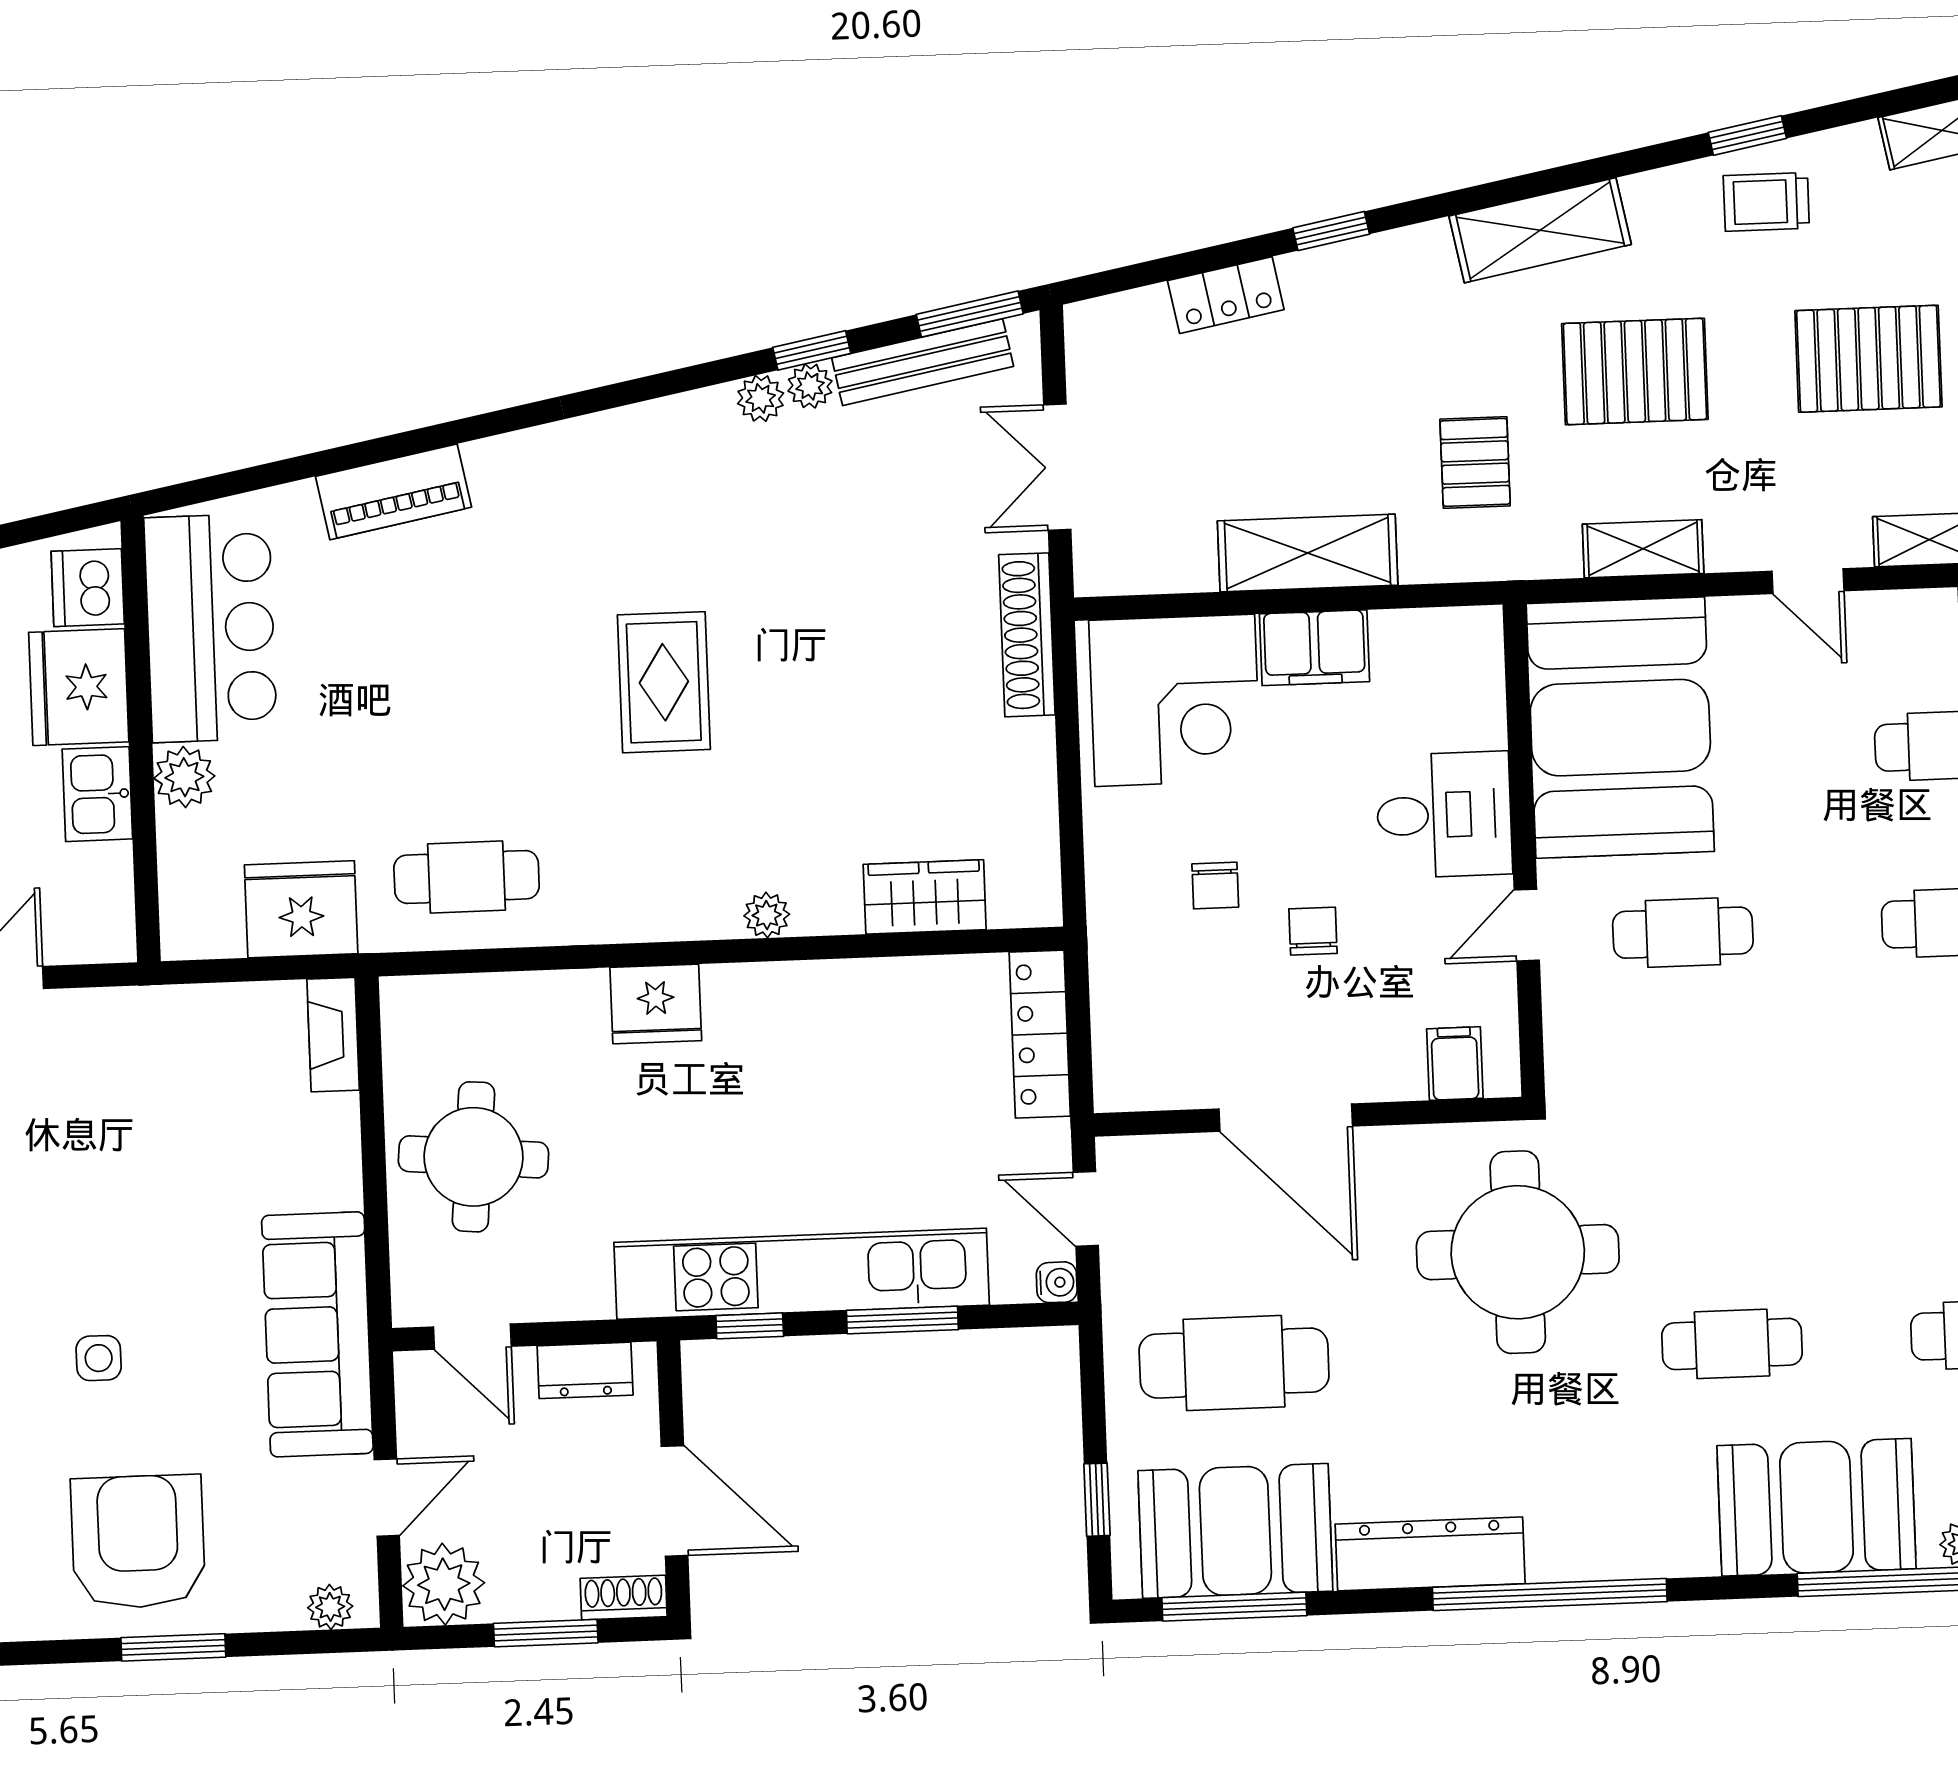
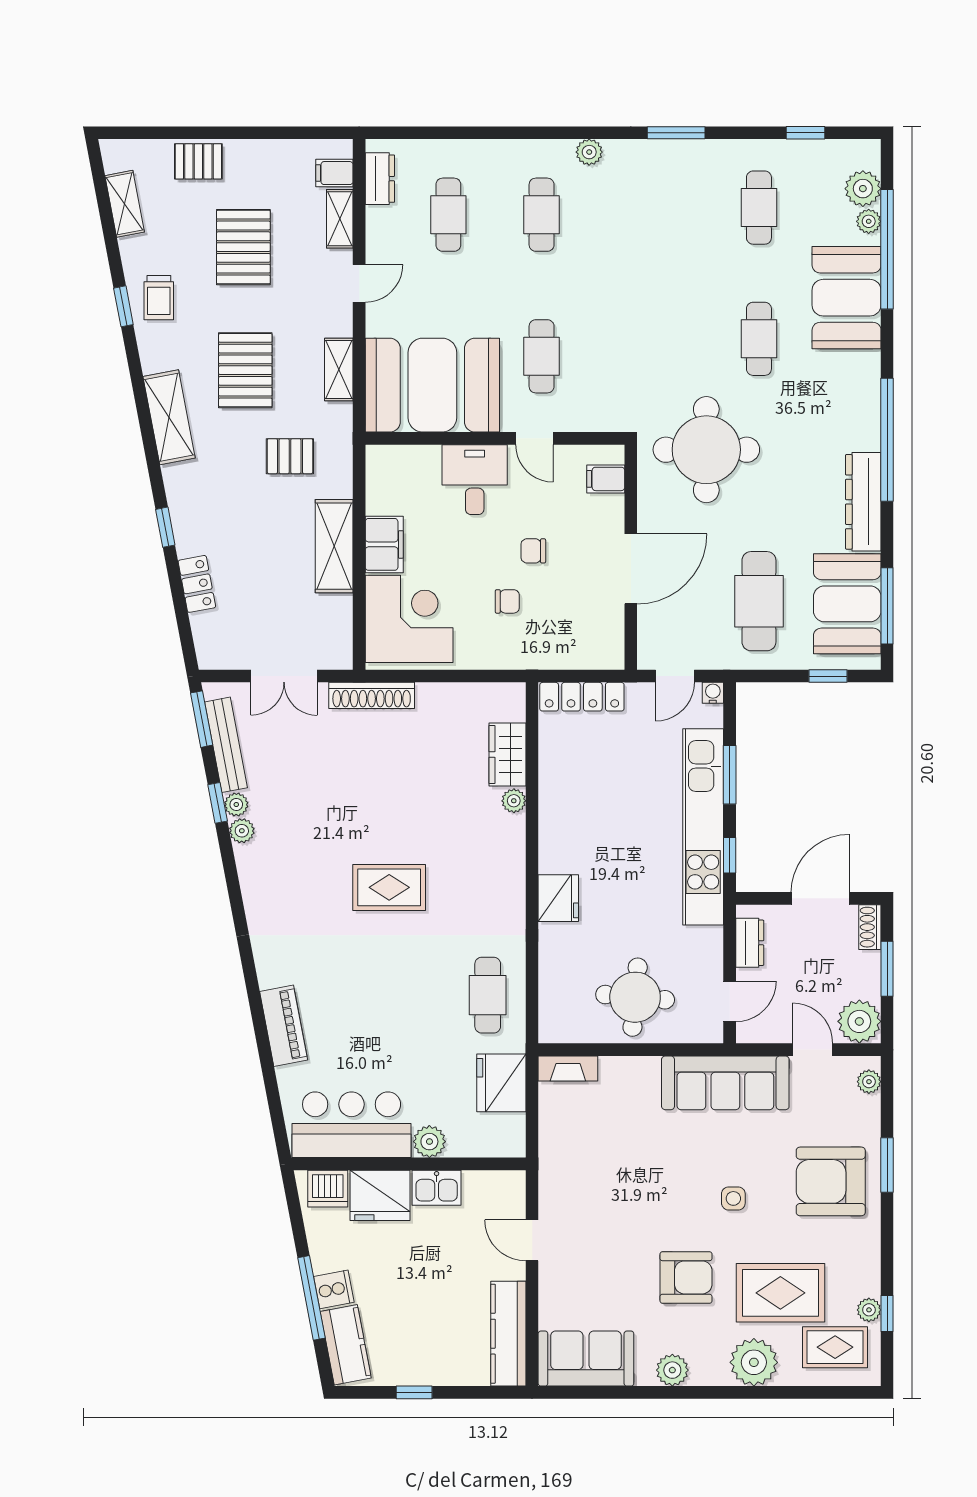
plant: (767, 915) -> (514, 801), moved

